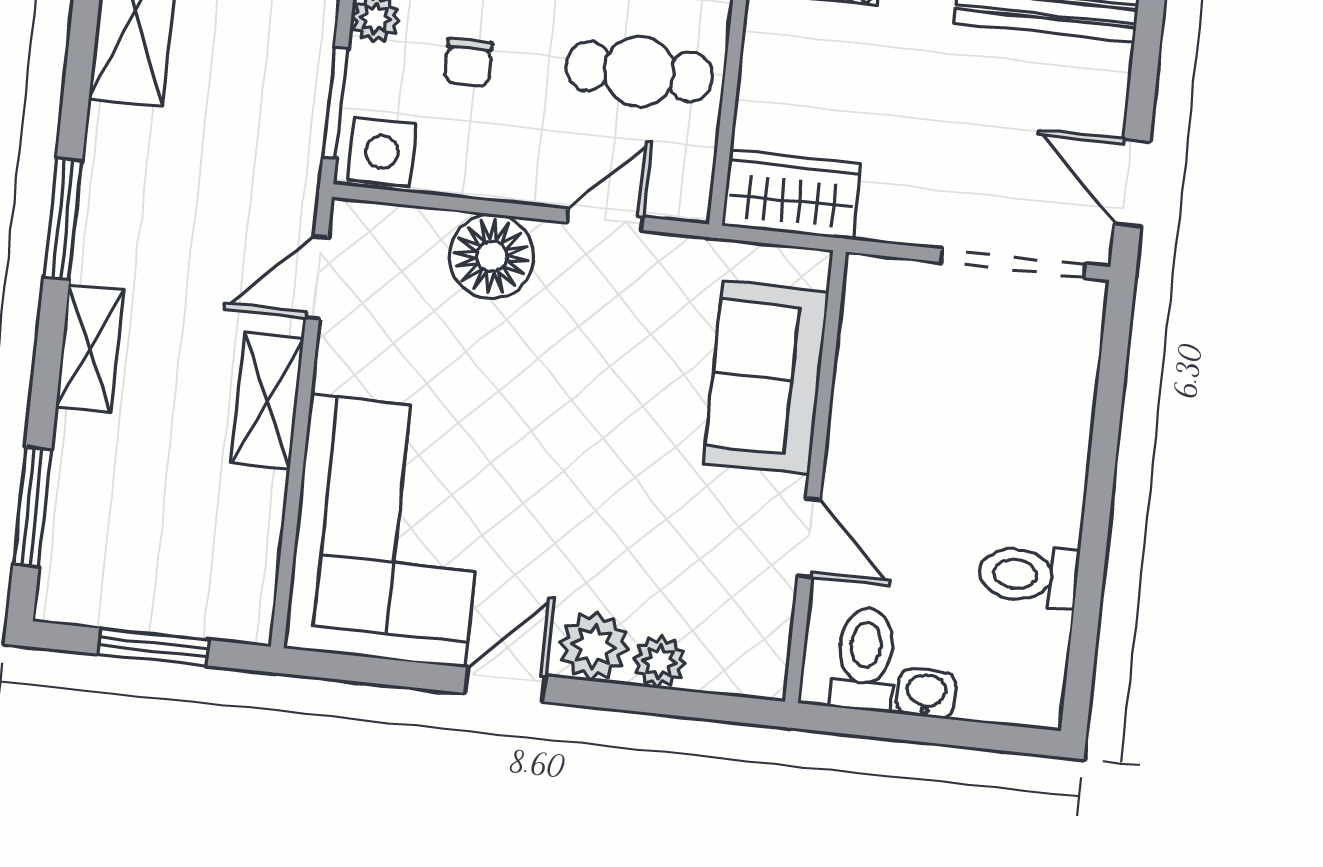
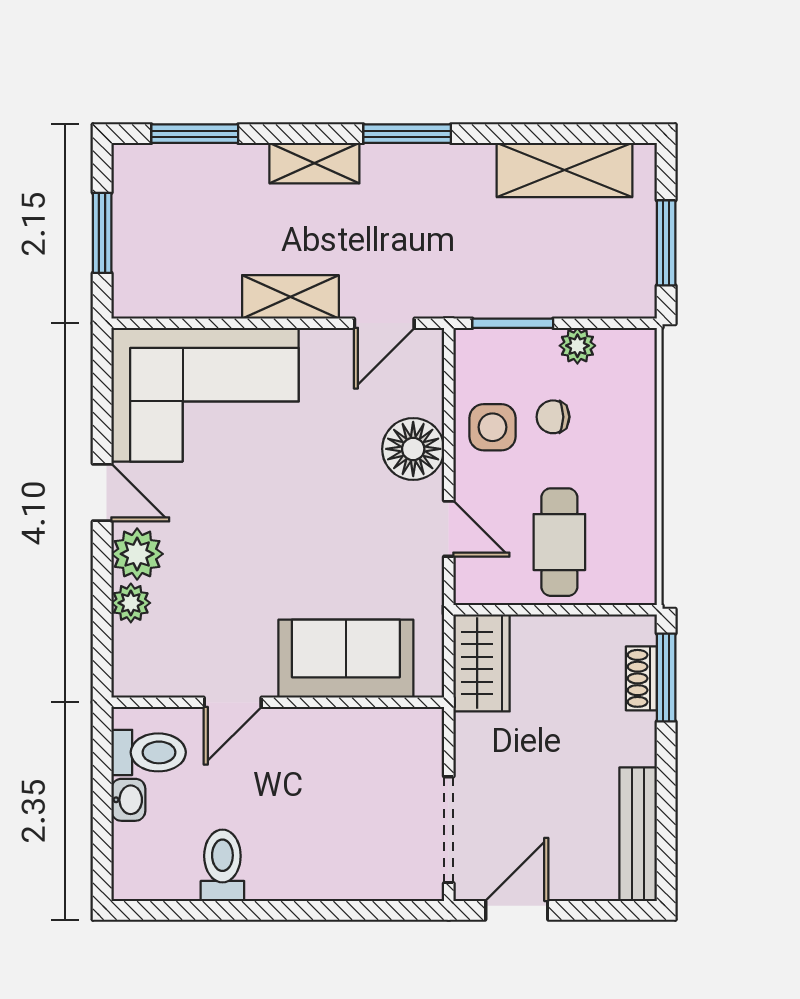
side table: (382, 152) -> (492, 427), moved
door: (317, 277) -> (384, 323), swing flipped

